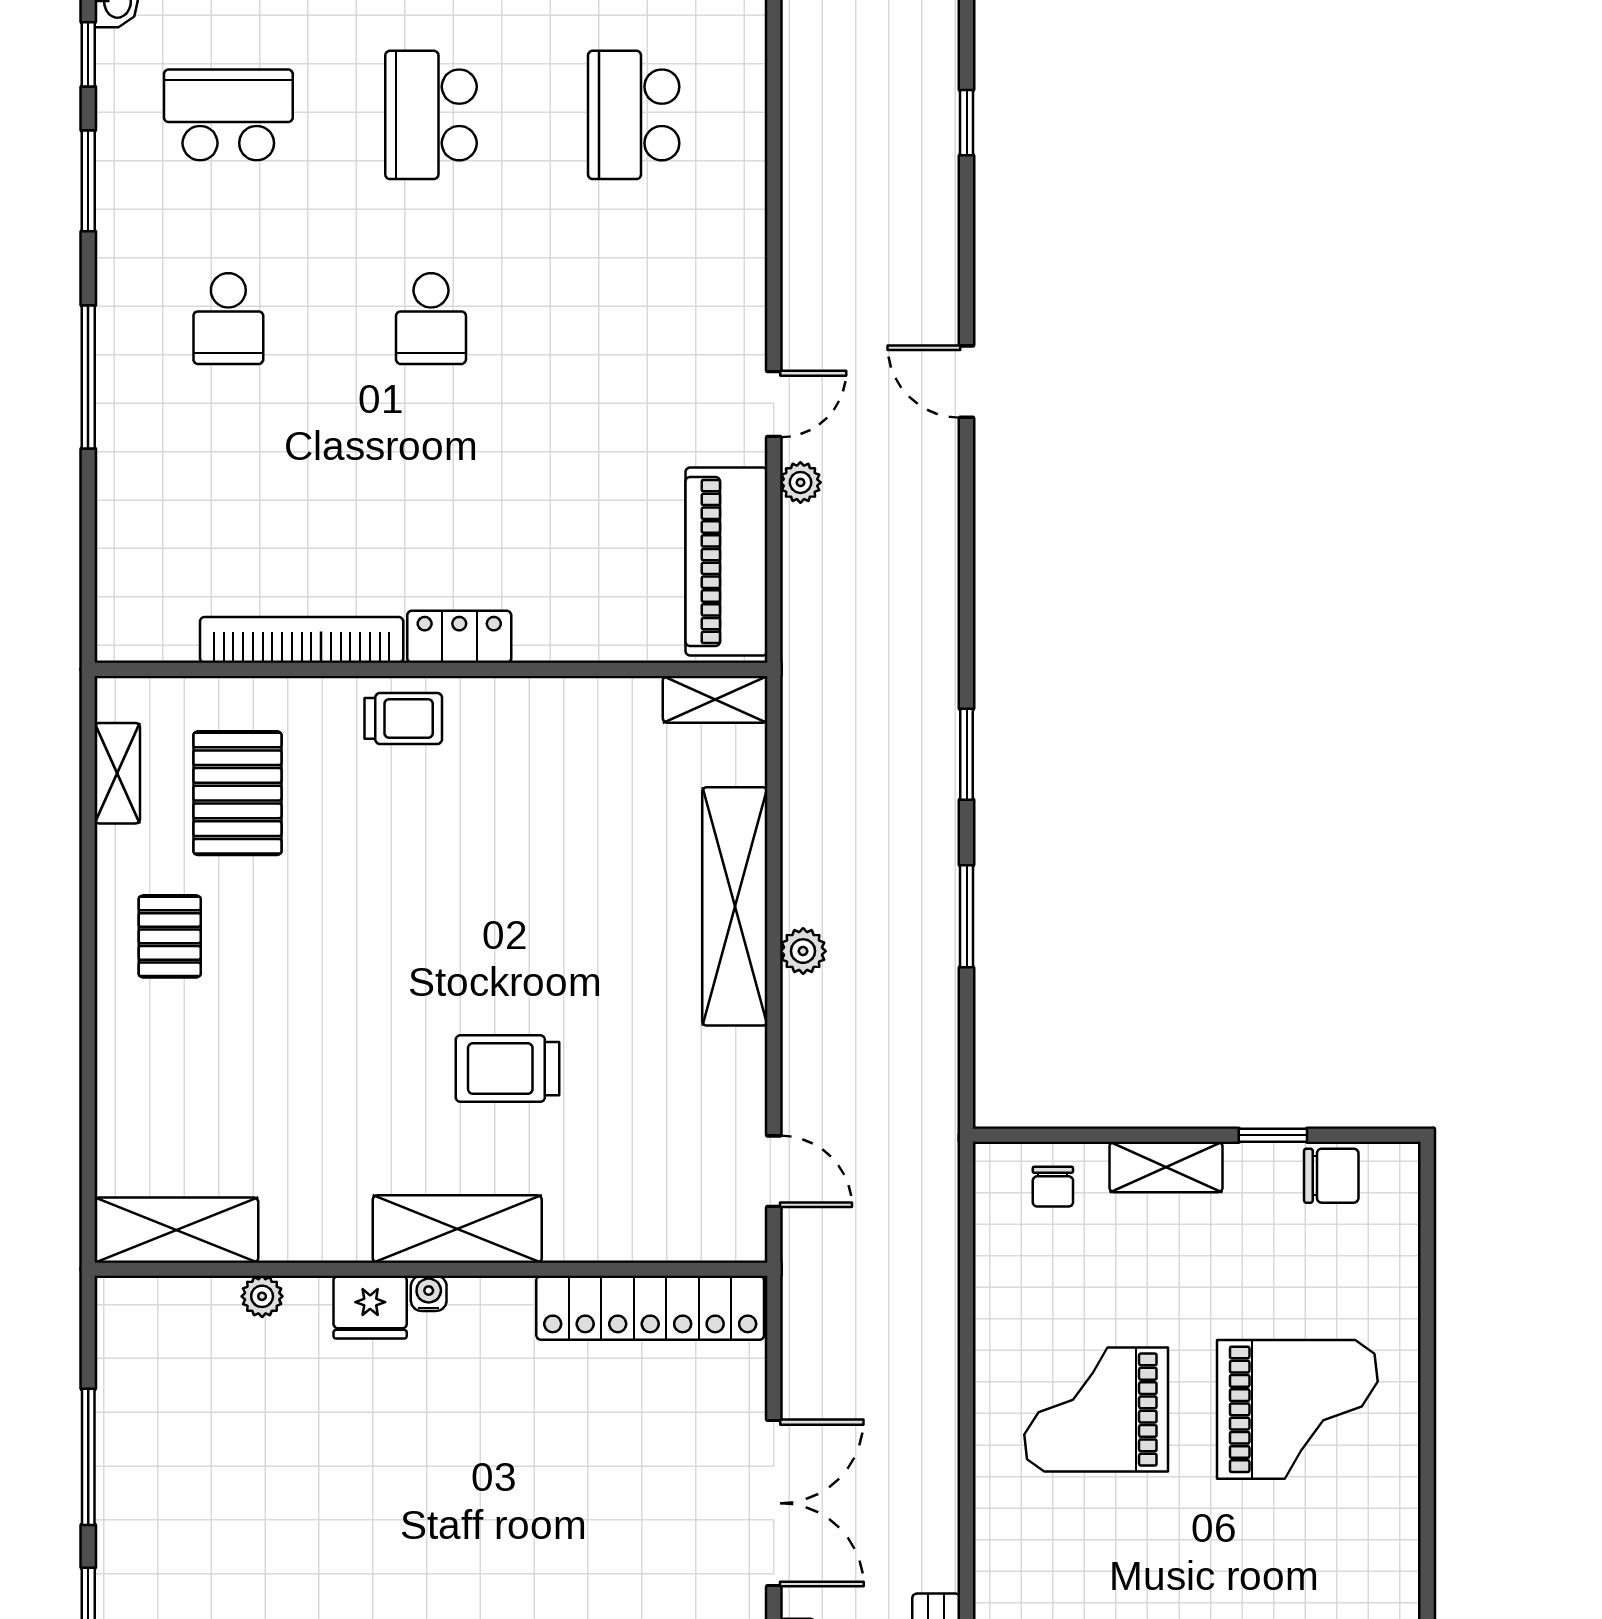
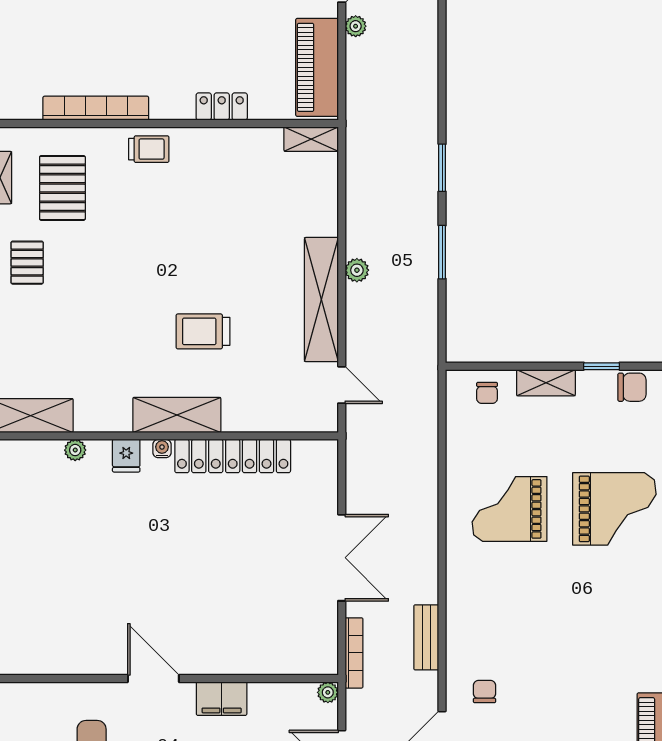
locker: (459, 637) -> (222, 107), moved
shelving: (735, 906) -> (321, 300), moved
fridge: (370, 1307) -> (126, 456), width x0.72
locker: (650, 1308) -> (233, 456), moved

